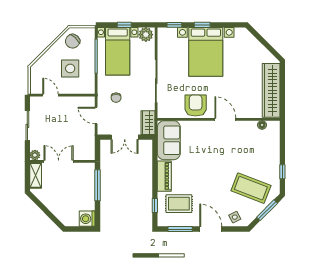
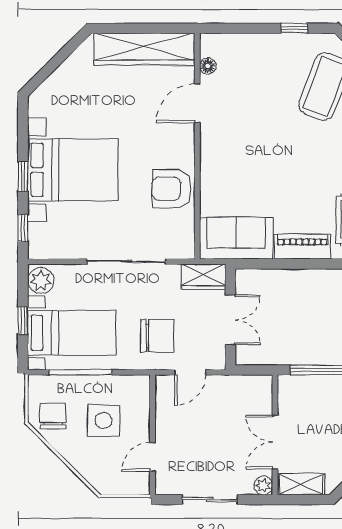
chair: (73, 41) -> (53, 416), turned -133
chair: (116, 98) -> (157, 336), width x1.87, depth x1.87
door: (225, 119) -> (197, 103), moved

